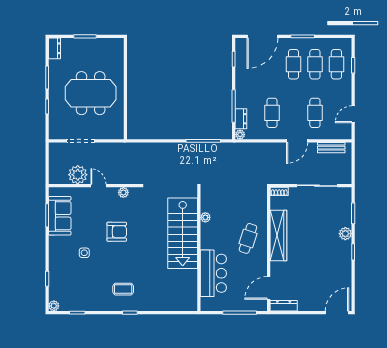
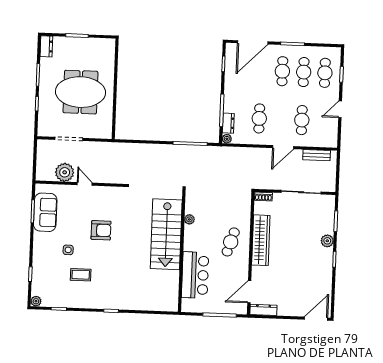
door: (353, 114) -> (340, 109), moved
plant: (123, 192) -> (109, 192), removed
coffee table: (123, 289) -> (81, 275), moved

